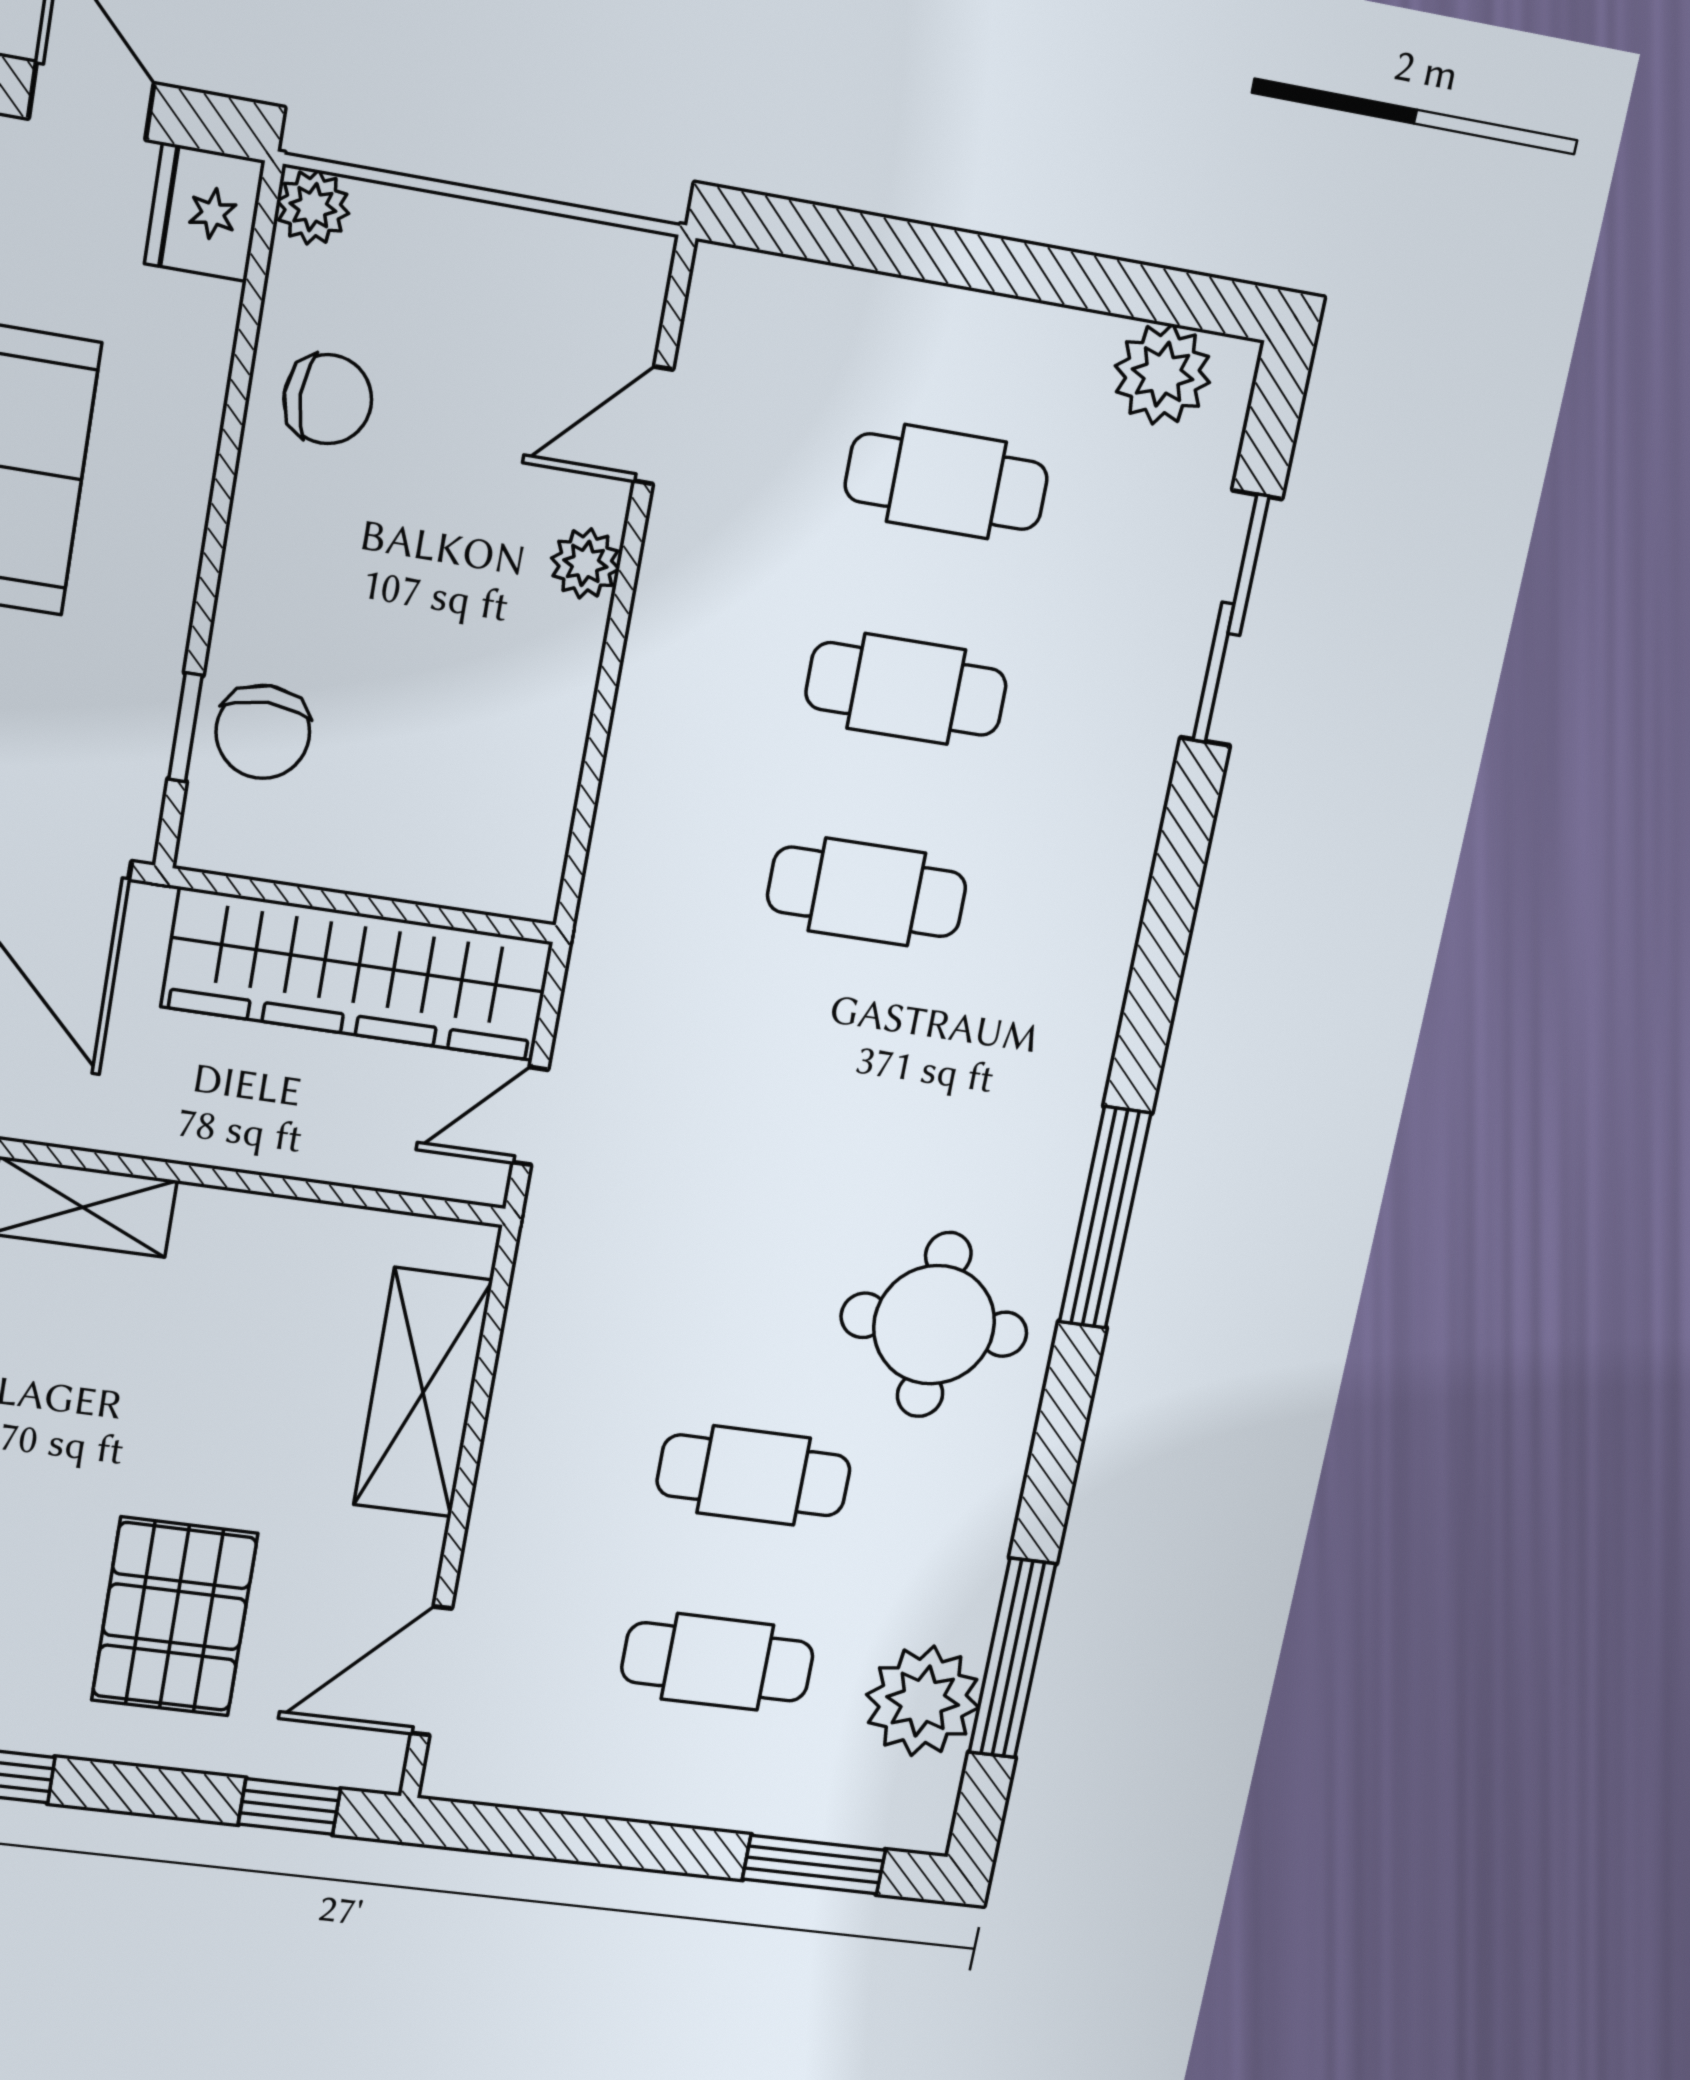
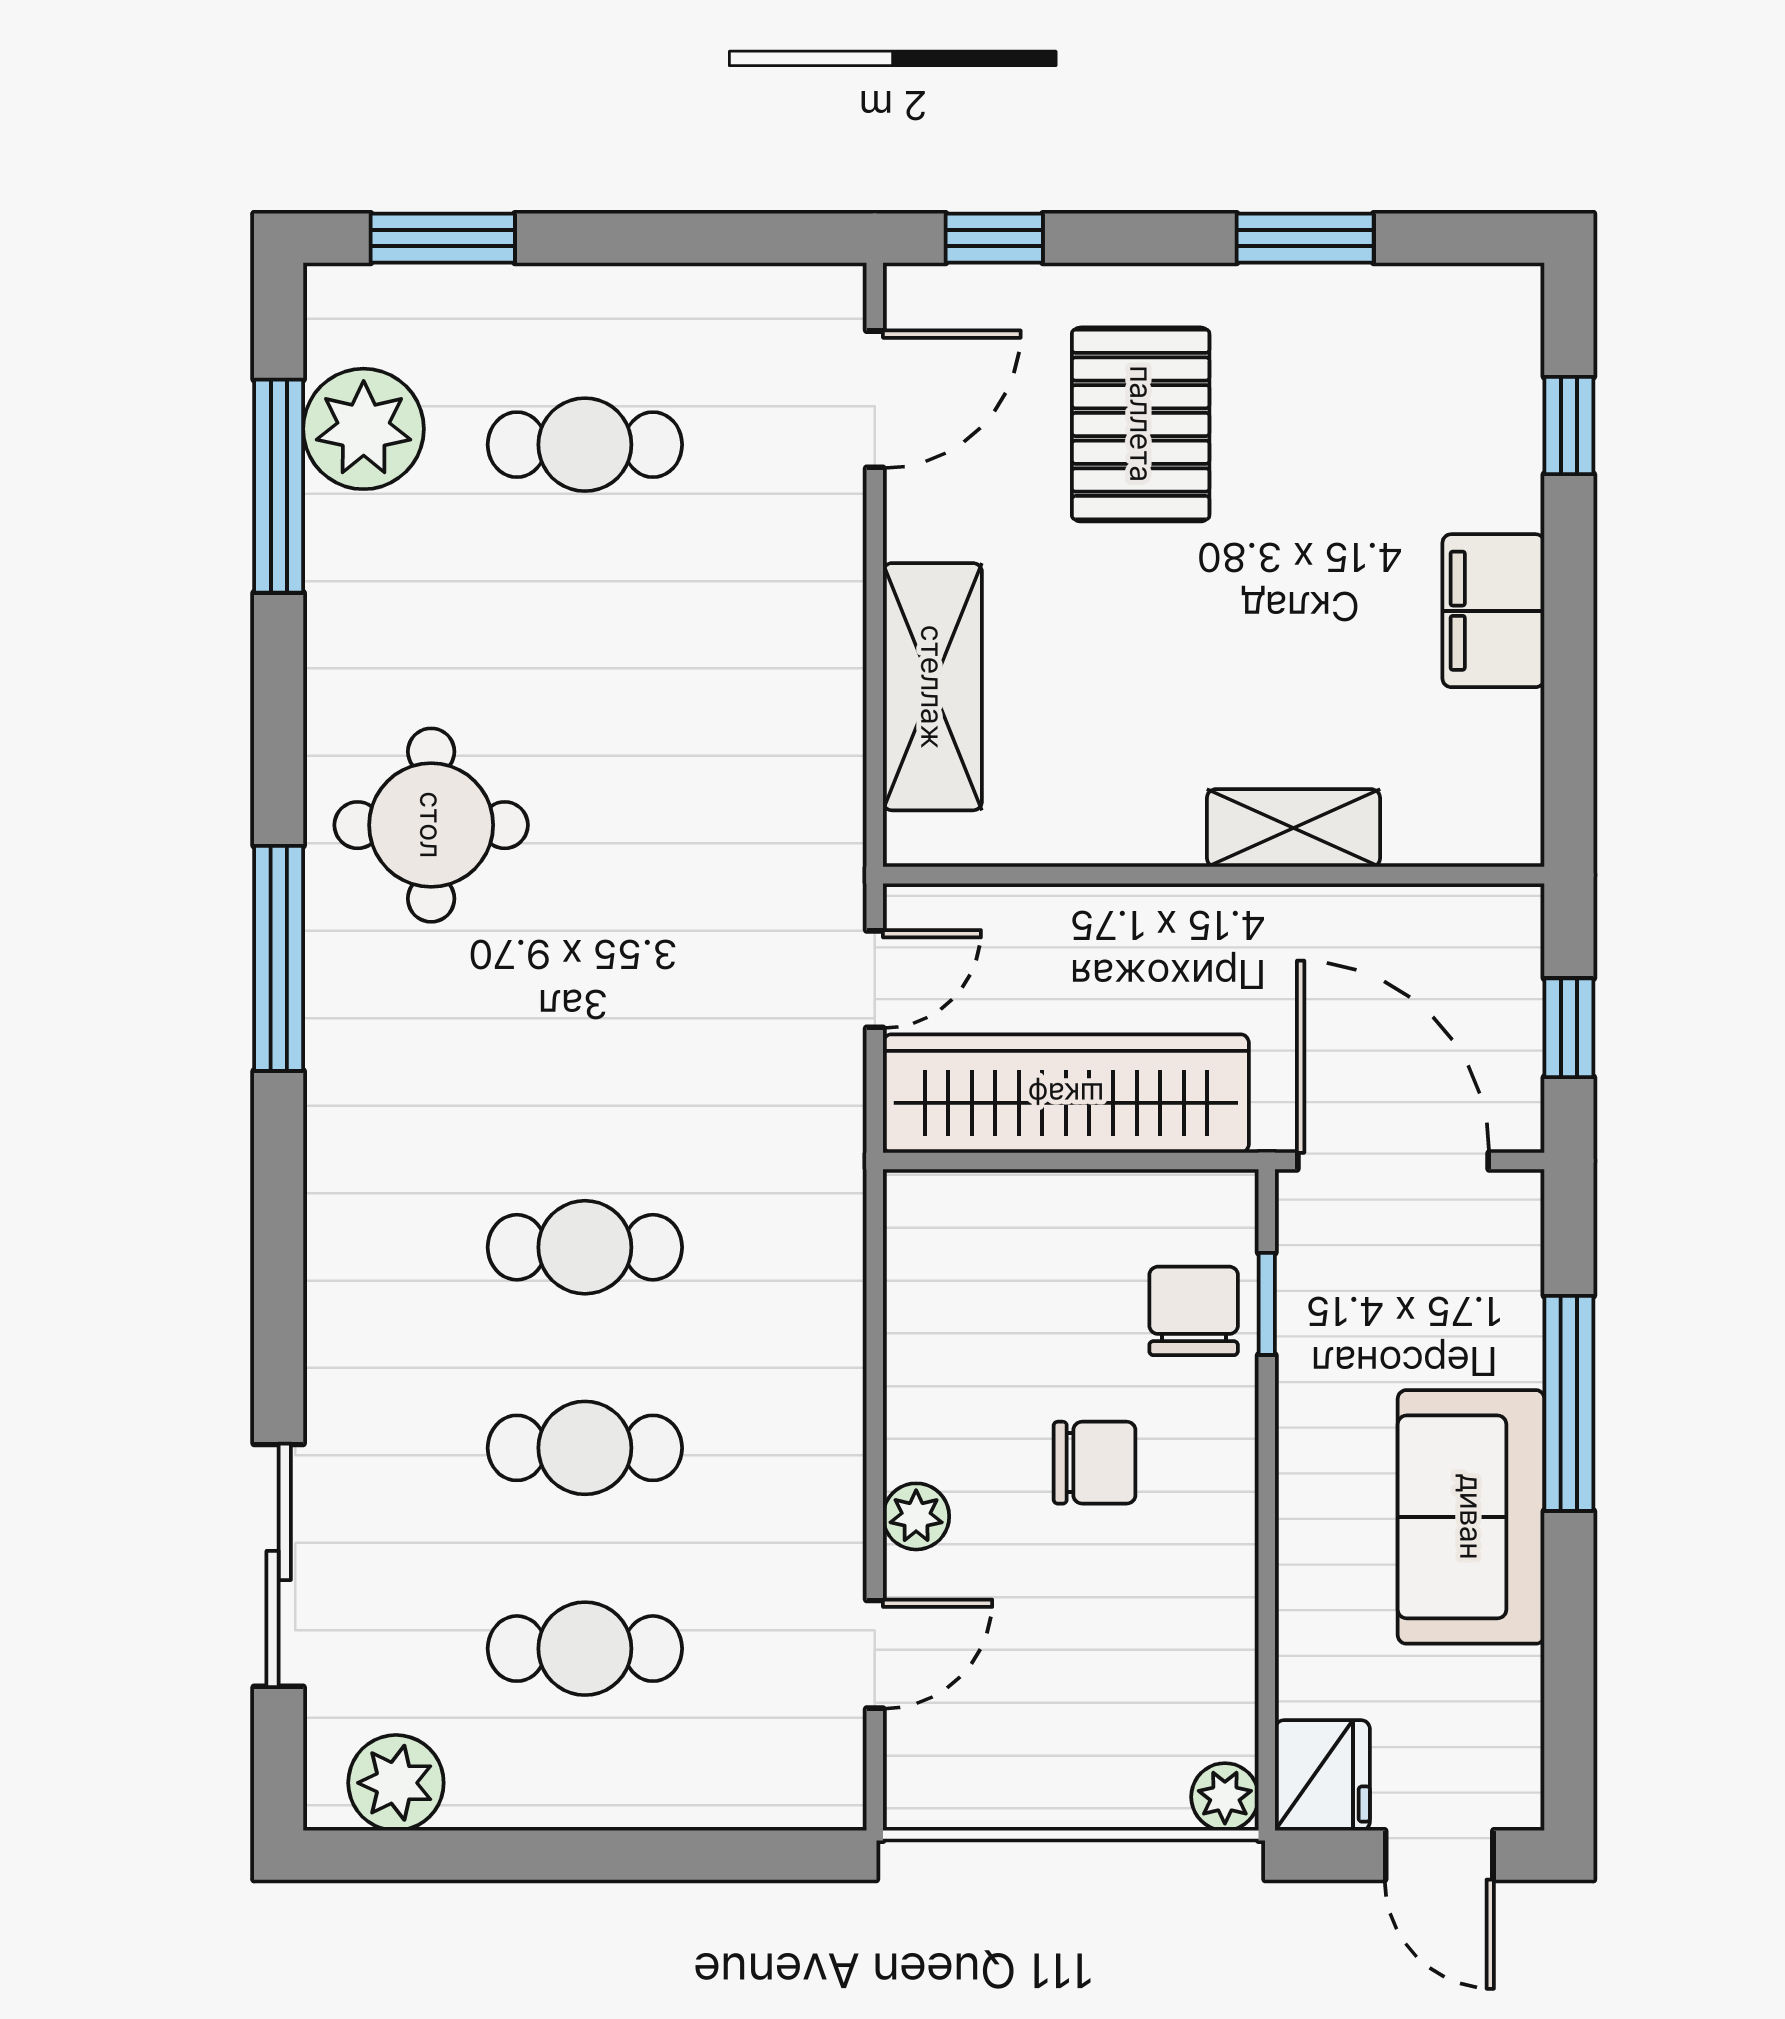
chair: (328, 399) -> (1095, 1463), moved, turned 180
cafe table: (754, 1475) -> (585, 645), removed

